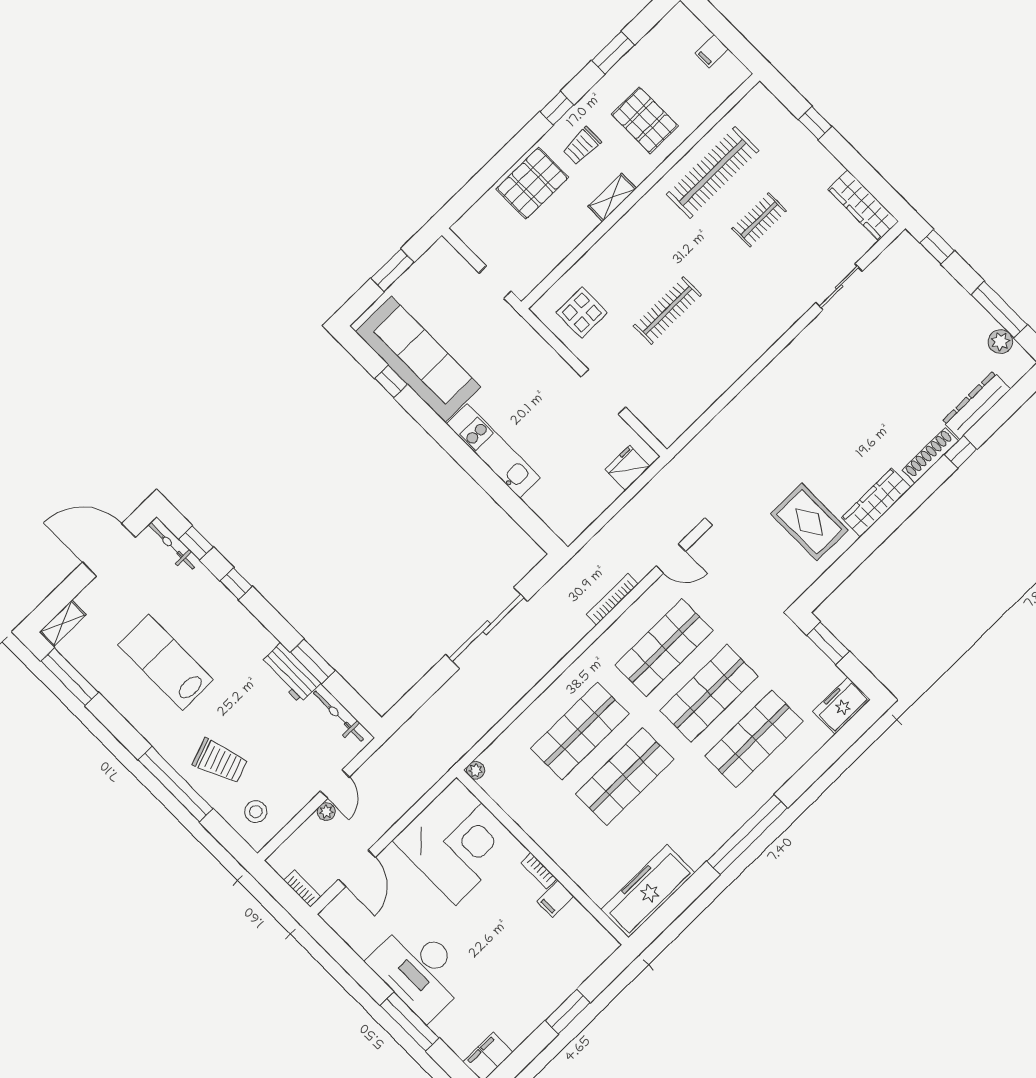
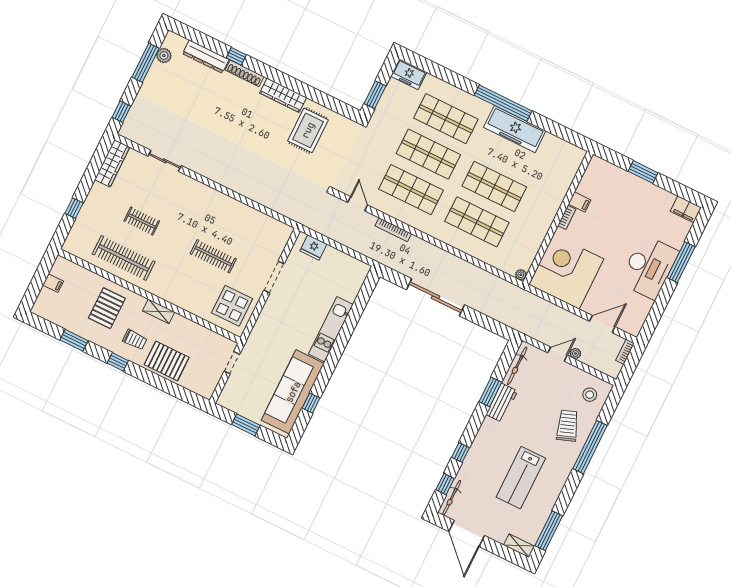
display table: (582, 313) -> (232, 306), width x1.36, depth x1.36
freezer: (648, 891) -> (515, 129), moved

